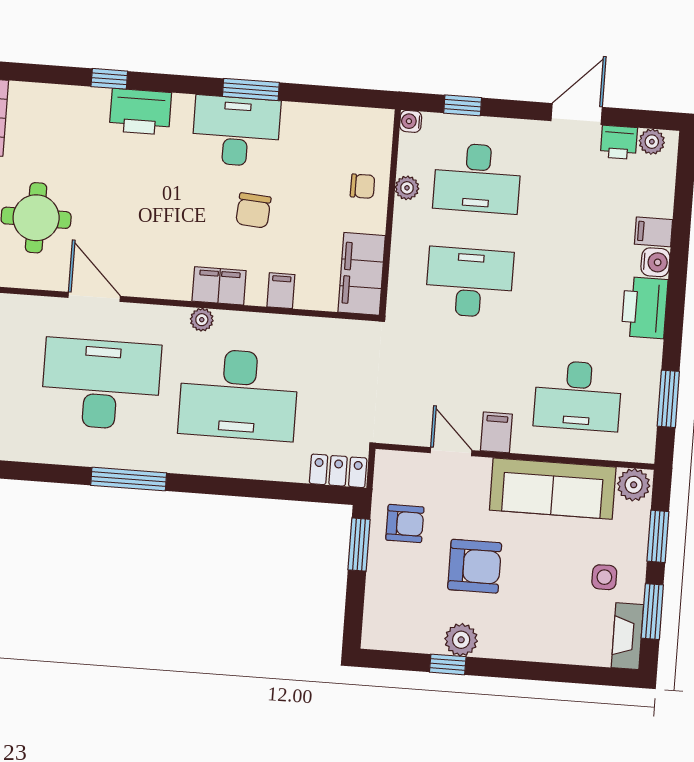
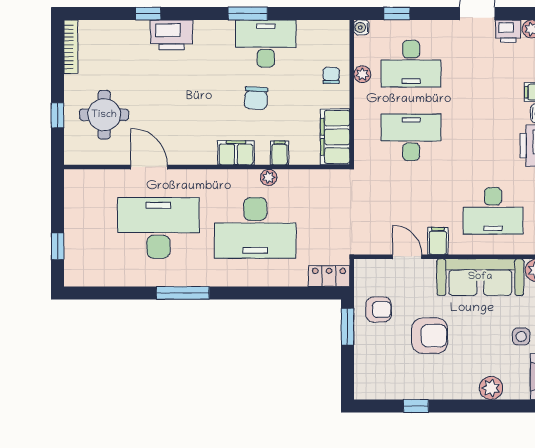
desk: (236, 131) -> (266, 44), moved
chair: (363, 186) -> (331, 75), turned -90
plant: (202, 320) -> (269, 177), moved
plant: (461, 640) -> (491, 388), moved

